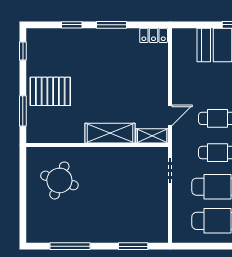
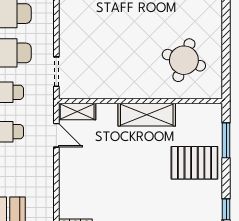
door: (170, 115) -> (56, 135), swing flipped
shelving: (110, 133) -> (147, 115), moved

